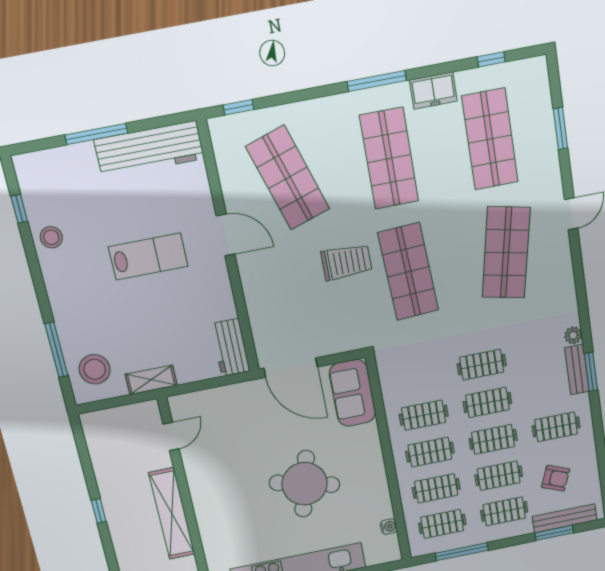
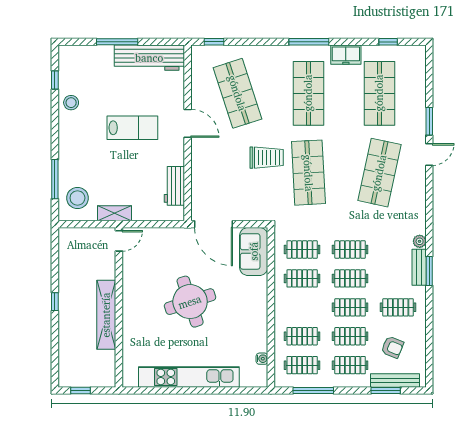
window: (560, 128) -> (429, 121), moved
workbench: (230, 347) -> (174, 186), moved
door: (171, 436) -> (119, 241), moved
clothes rail: (430, 452) -> (302, 250), moved
round table: (305, 484) -> (190, 302), moved, turned -32

